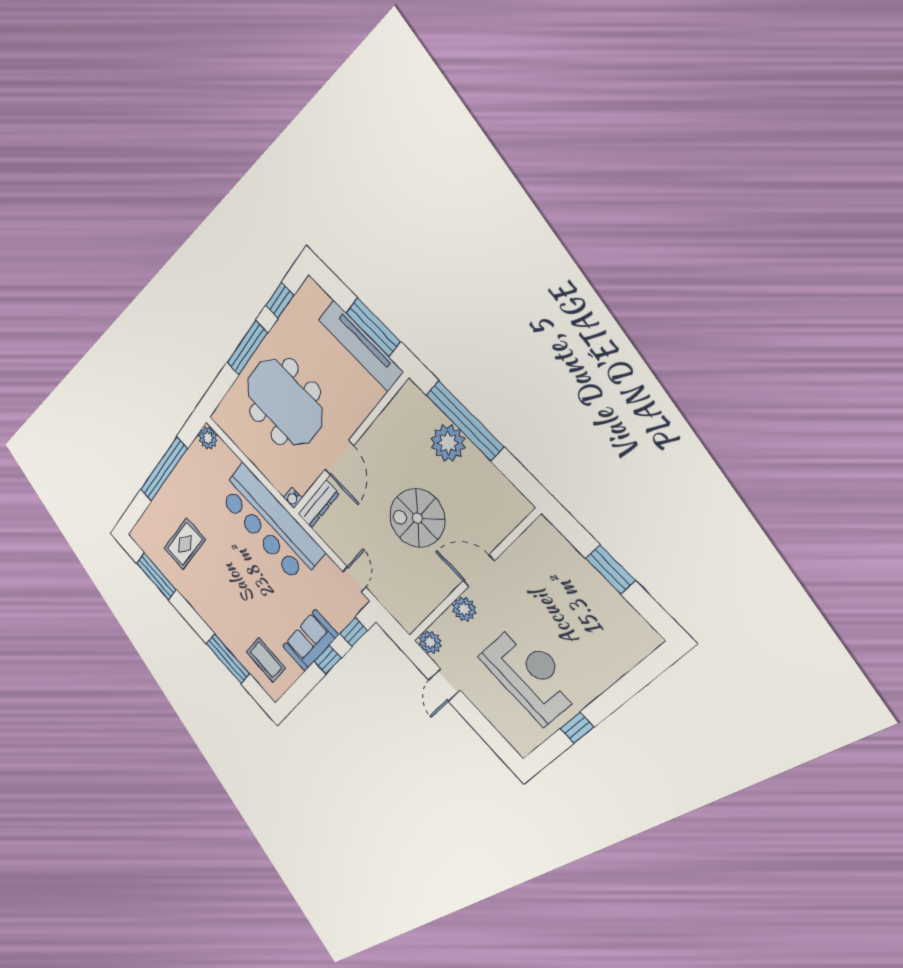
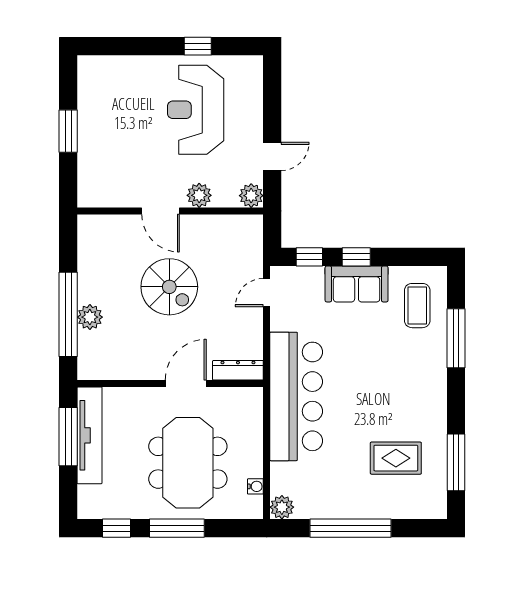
plant: (448, 443) -> (90, 317), width x0.73, depth x0.73
water cooler: (293, 498) -> (255, 486), moved

